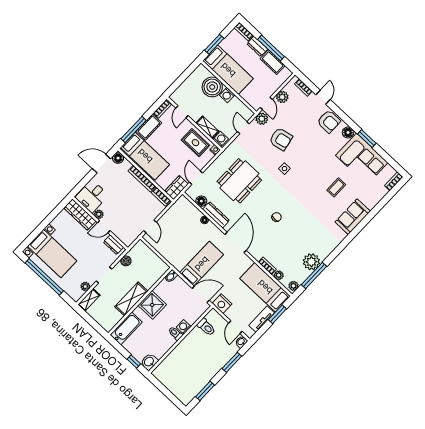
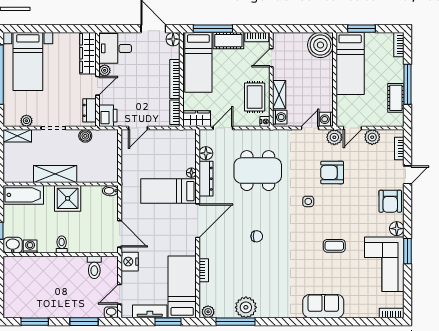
dresser: (257, 46) -> (397, 70), removed
boiler: (212, 87) -> (320, 45), moved
washing machine: (227, 95) -> (326, 119), moved
armchair: (281, 139) -> (332, 172), turned 102
coffee table: (336, 187) -> (334, 246), moved
door: (104, 227) -> (97, 86), swing flipped
printer: (127, 237) -> (108, 116), added
bed: (202, 264) -> (169, 191), moved, turned 180
plant: (279, 275) -> (205, 289), removed
washing machine: (184, 327) -> (30, 246), moved

